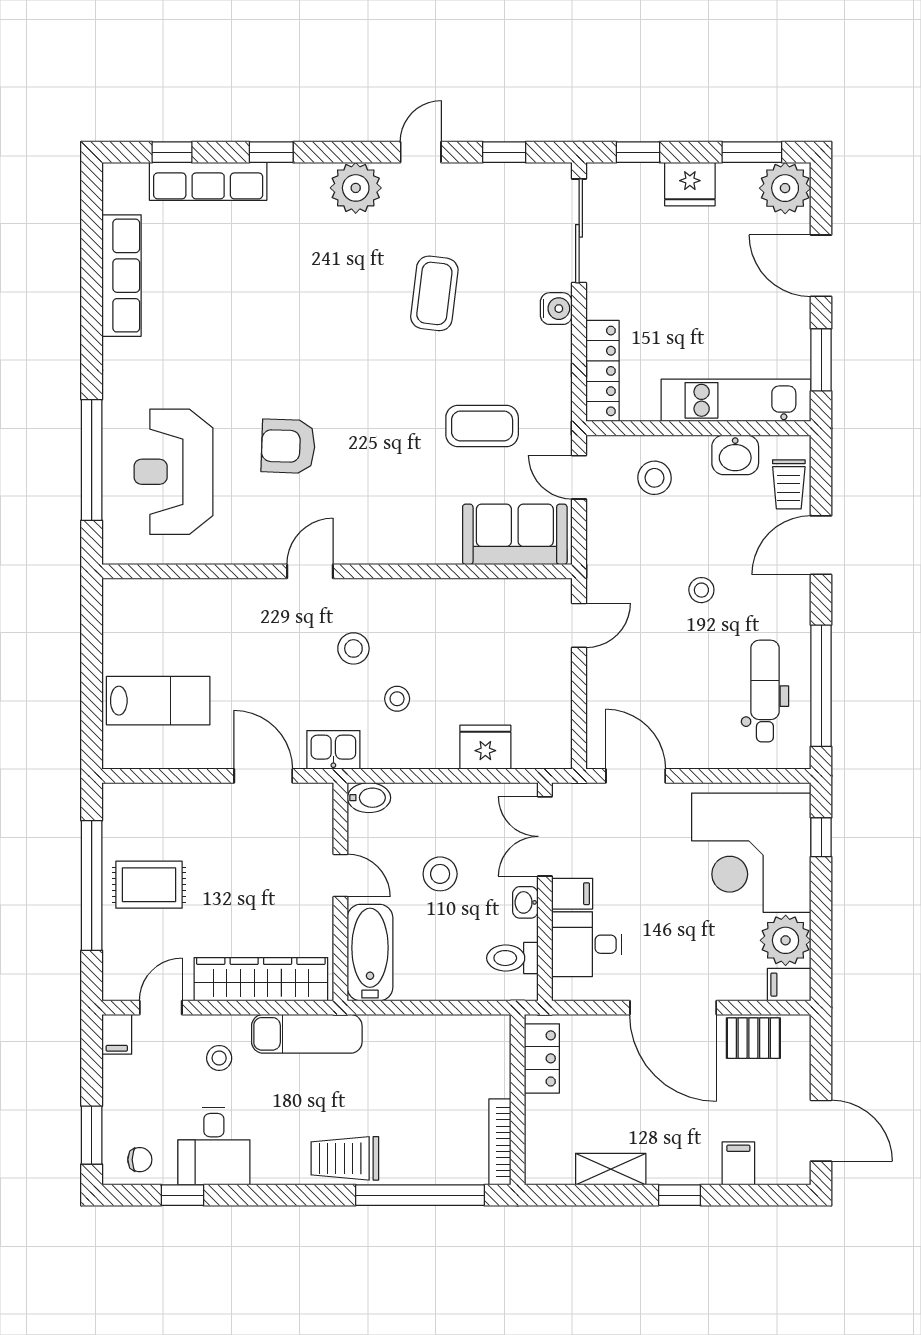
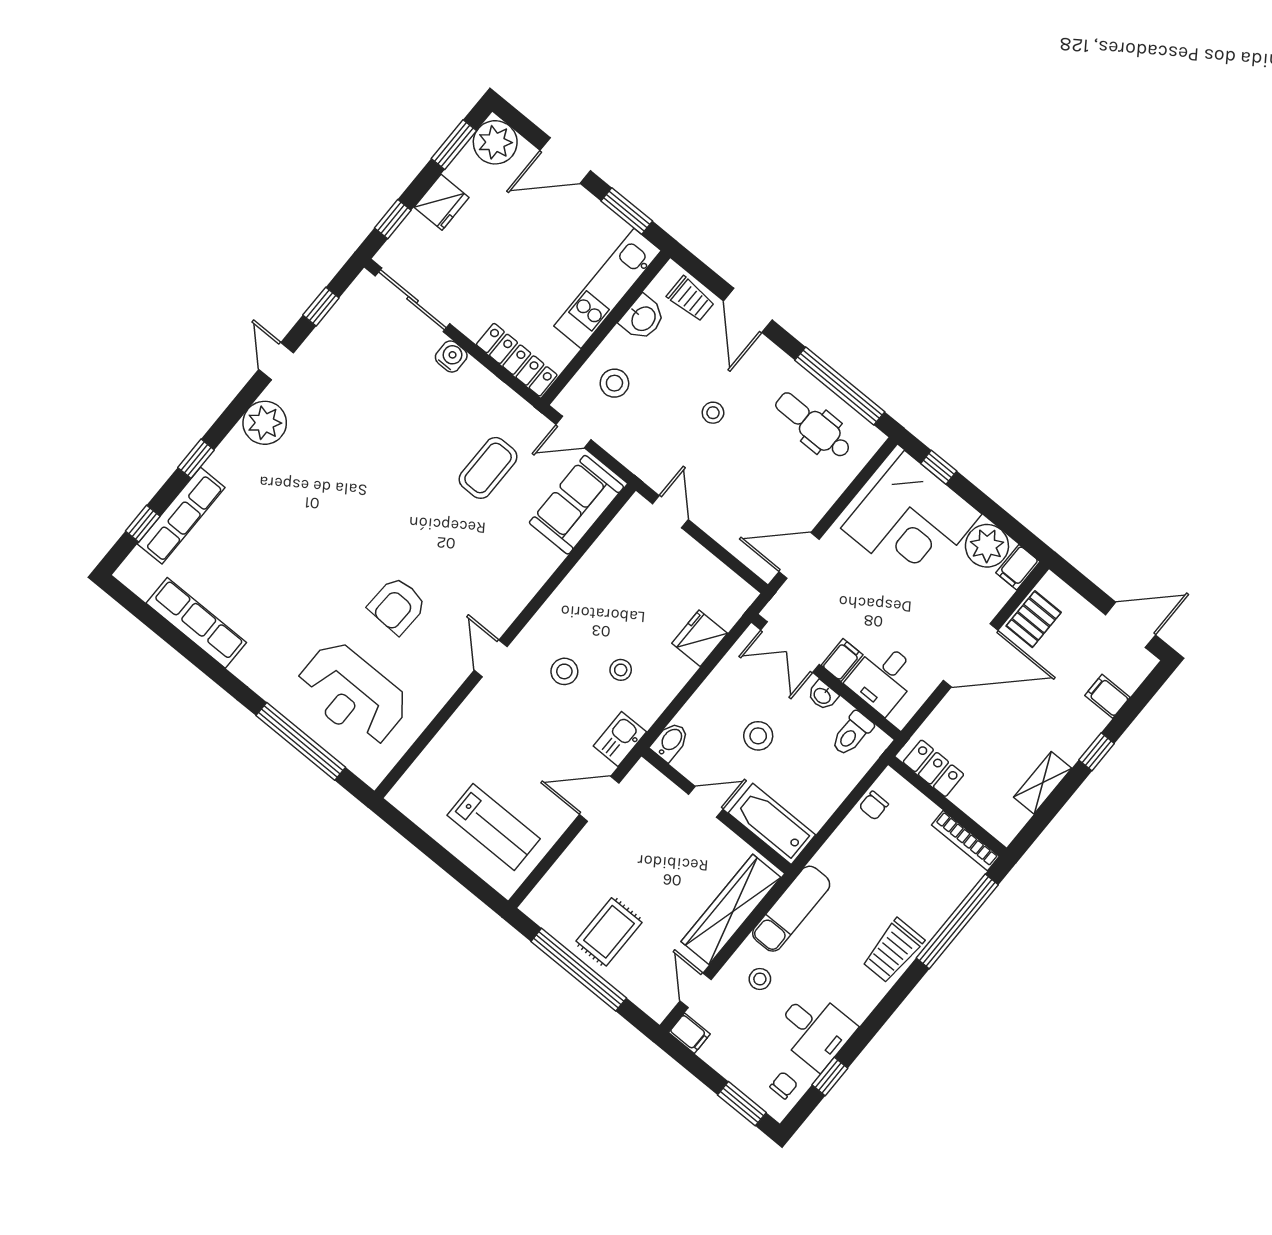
coffee table: (434, 293) -> (376, 428), removed
lab bench: (158, 701) -> (494, 827), turned 90
chair: (463, 1032) -> (874, 806), added

